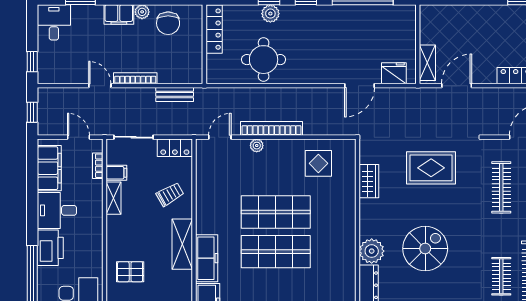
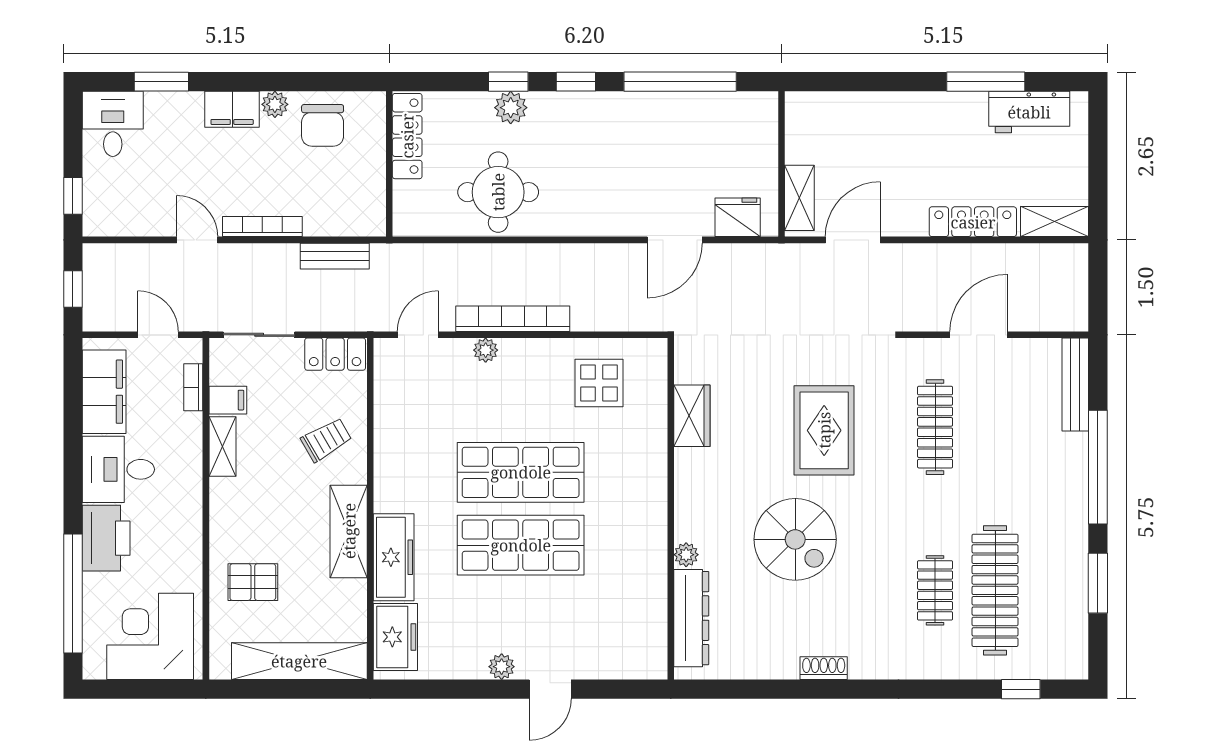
rug: (431, 168) -> (824, 430), moved, turned 90
spiral stairs: (425, 249) -> (795, 539), turned 90
plant: (372, 251) -> (686, 555), width x0.53, depth x0.53

